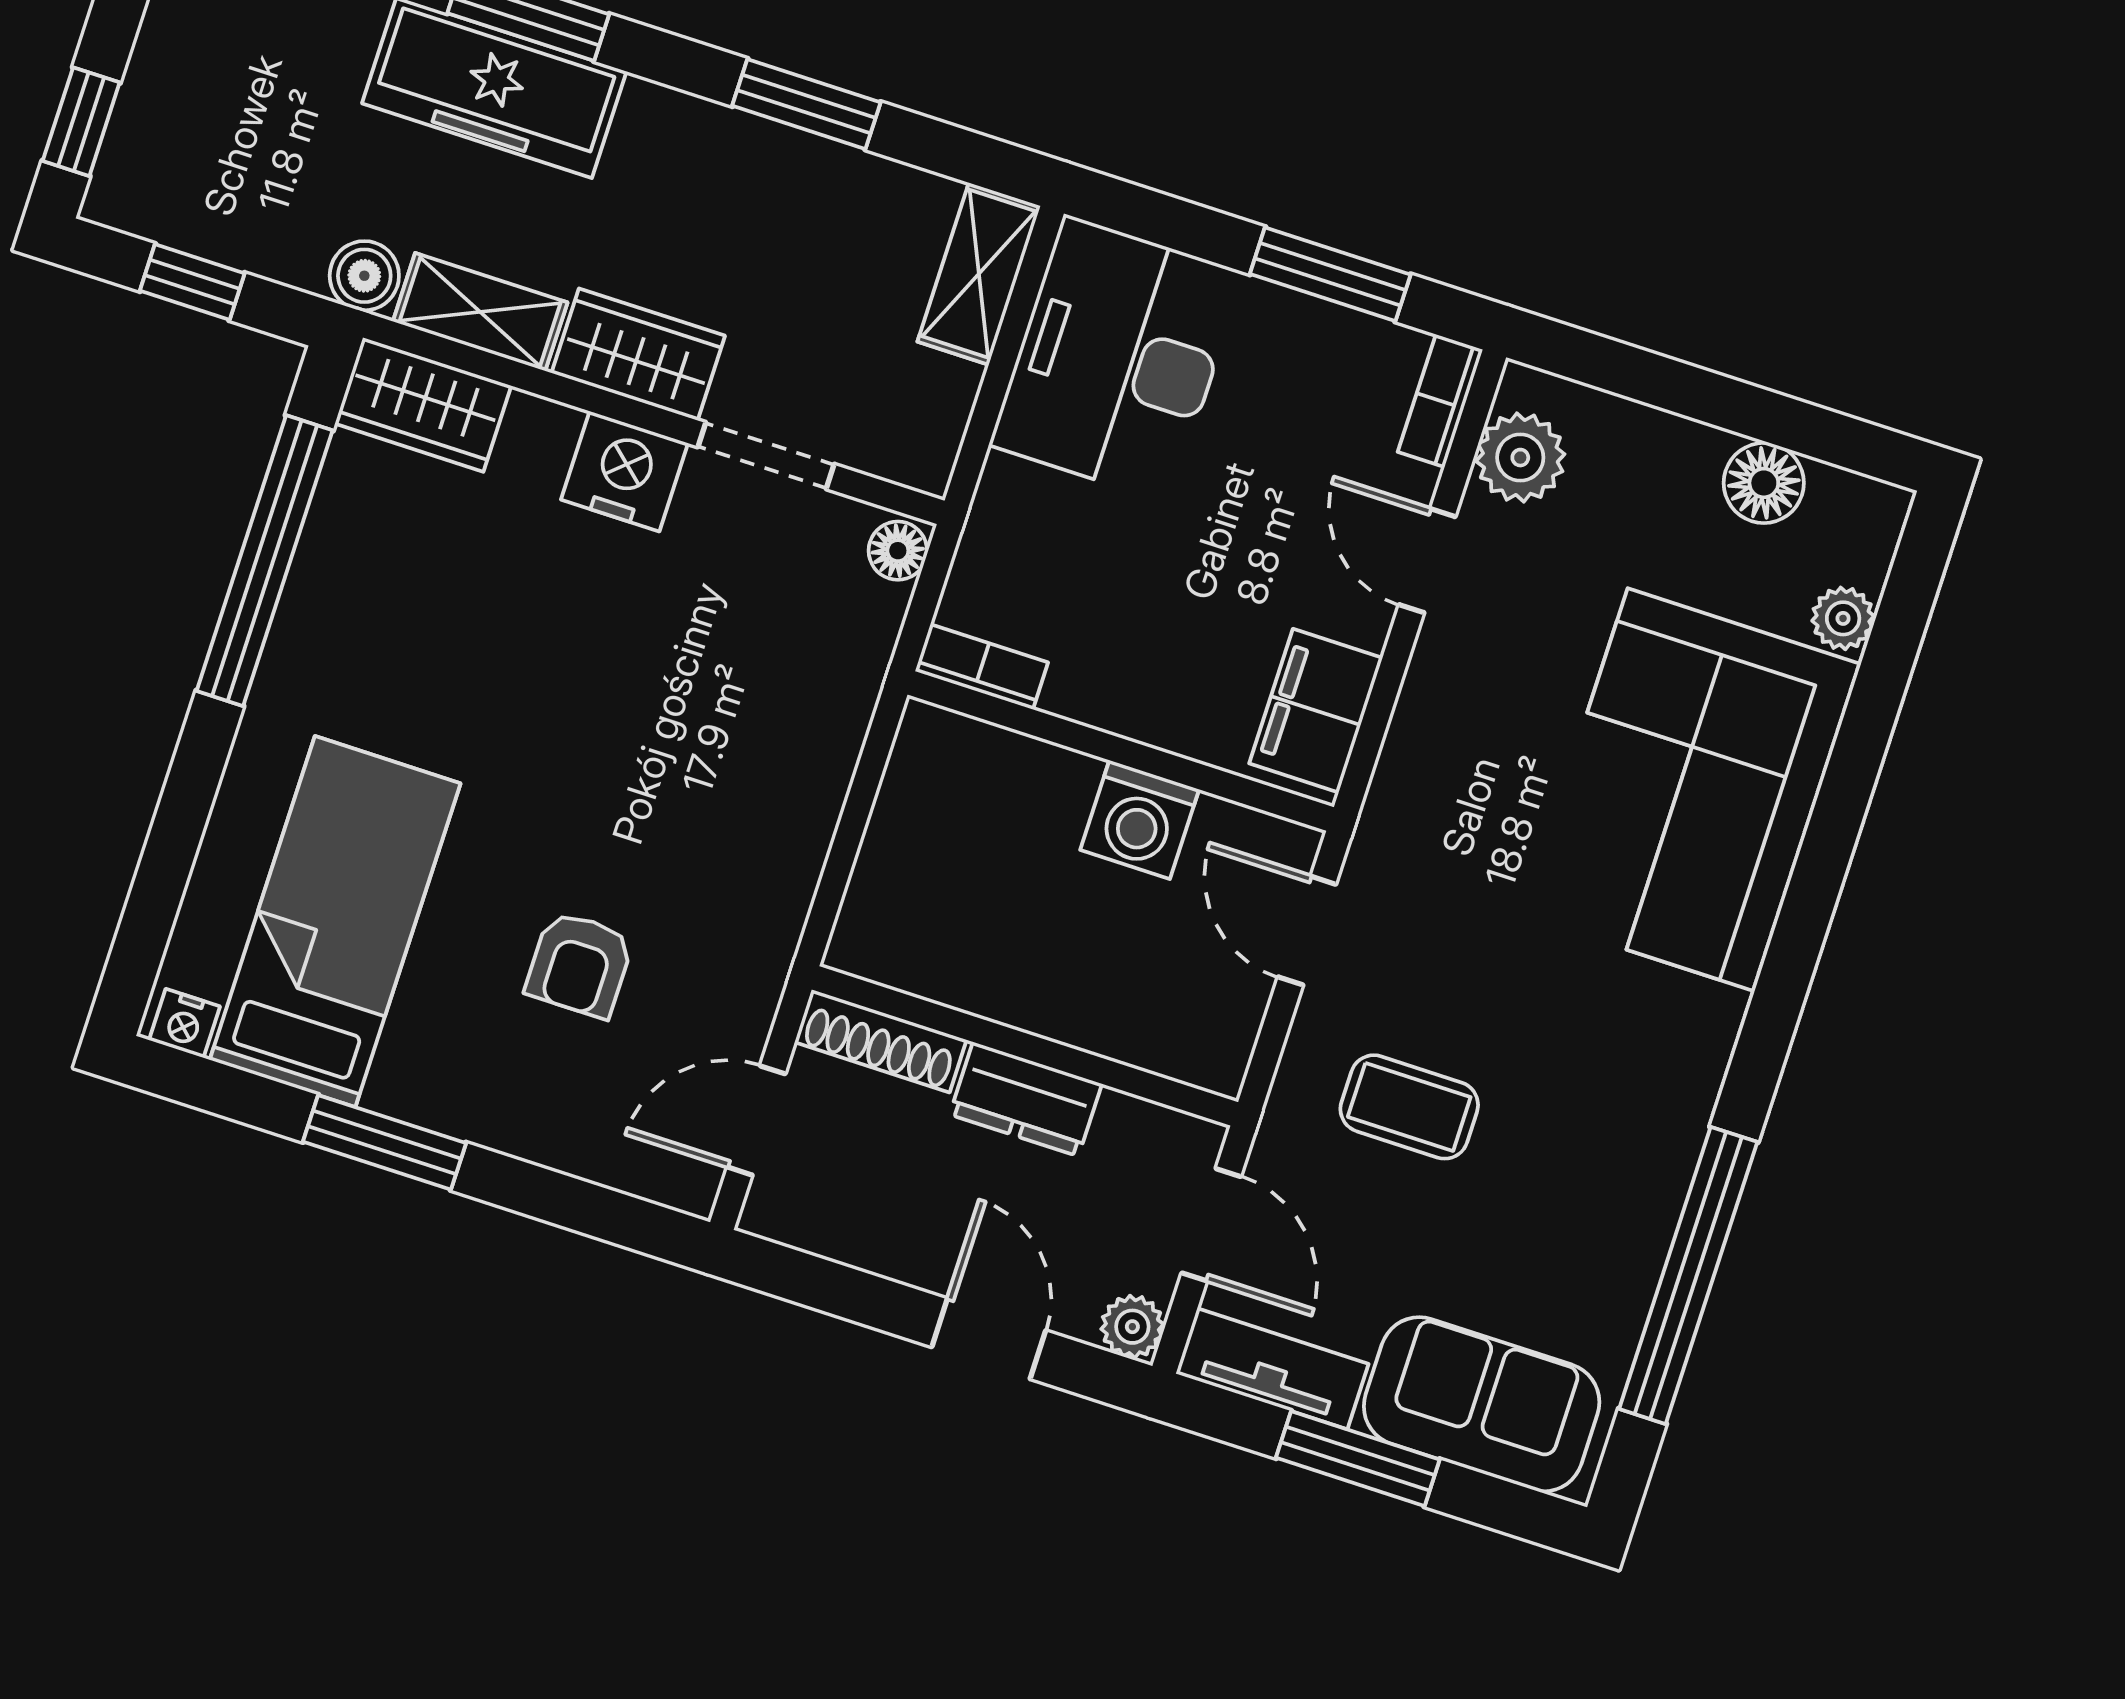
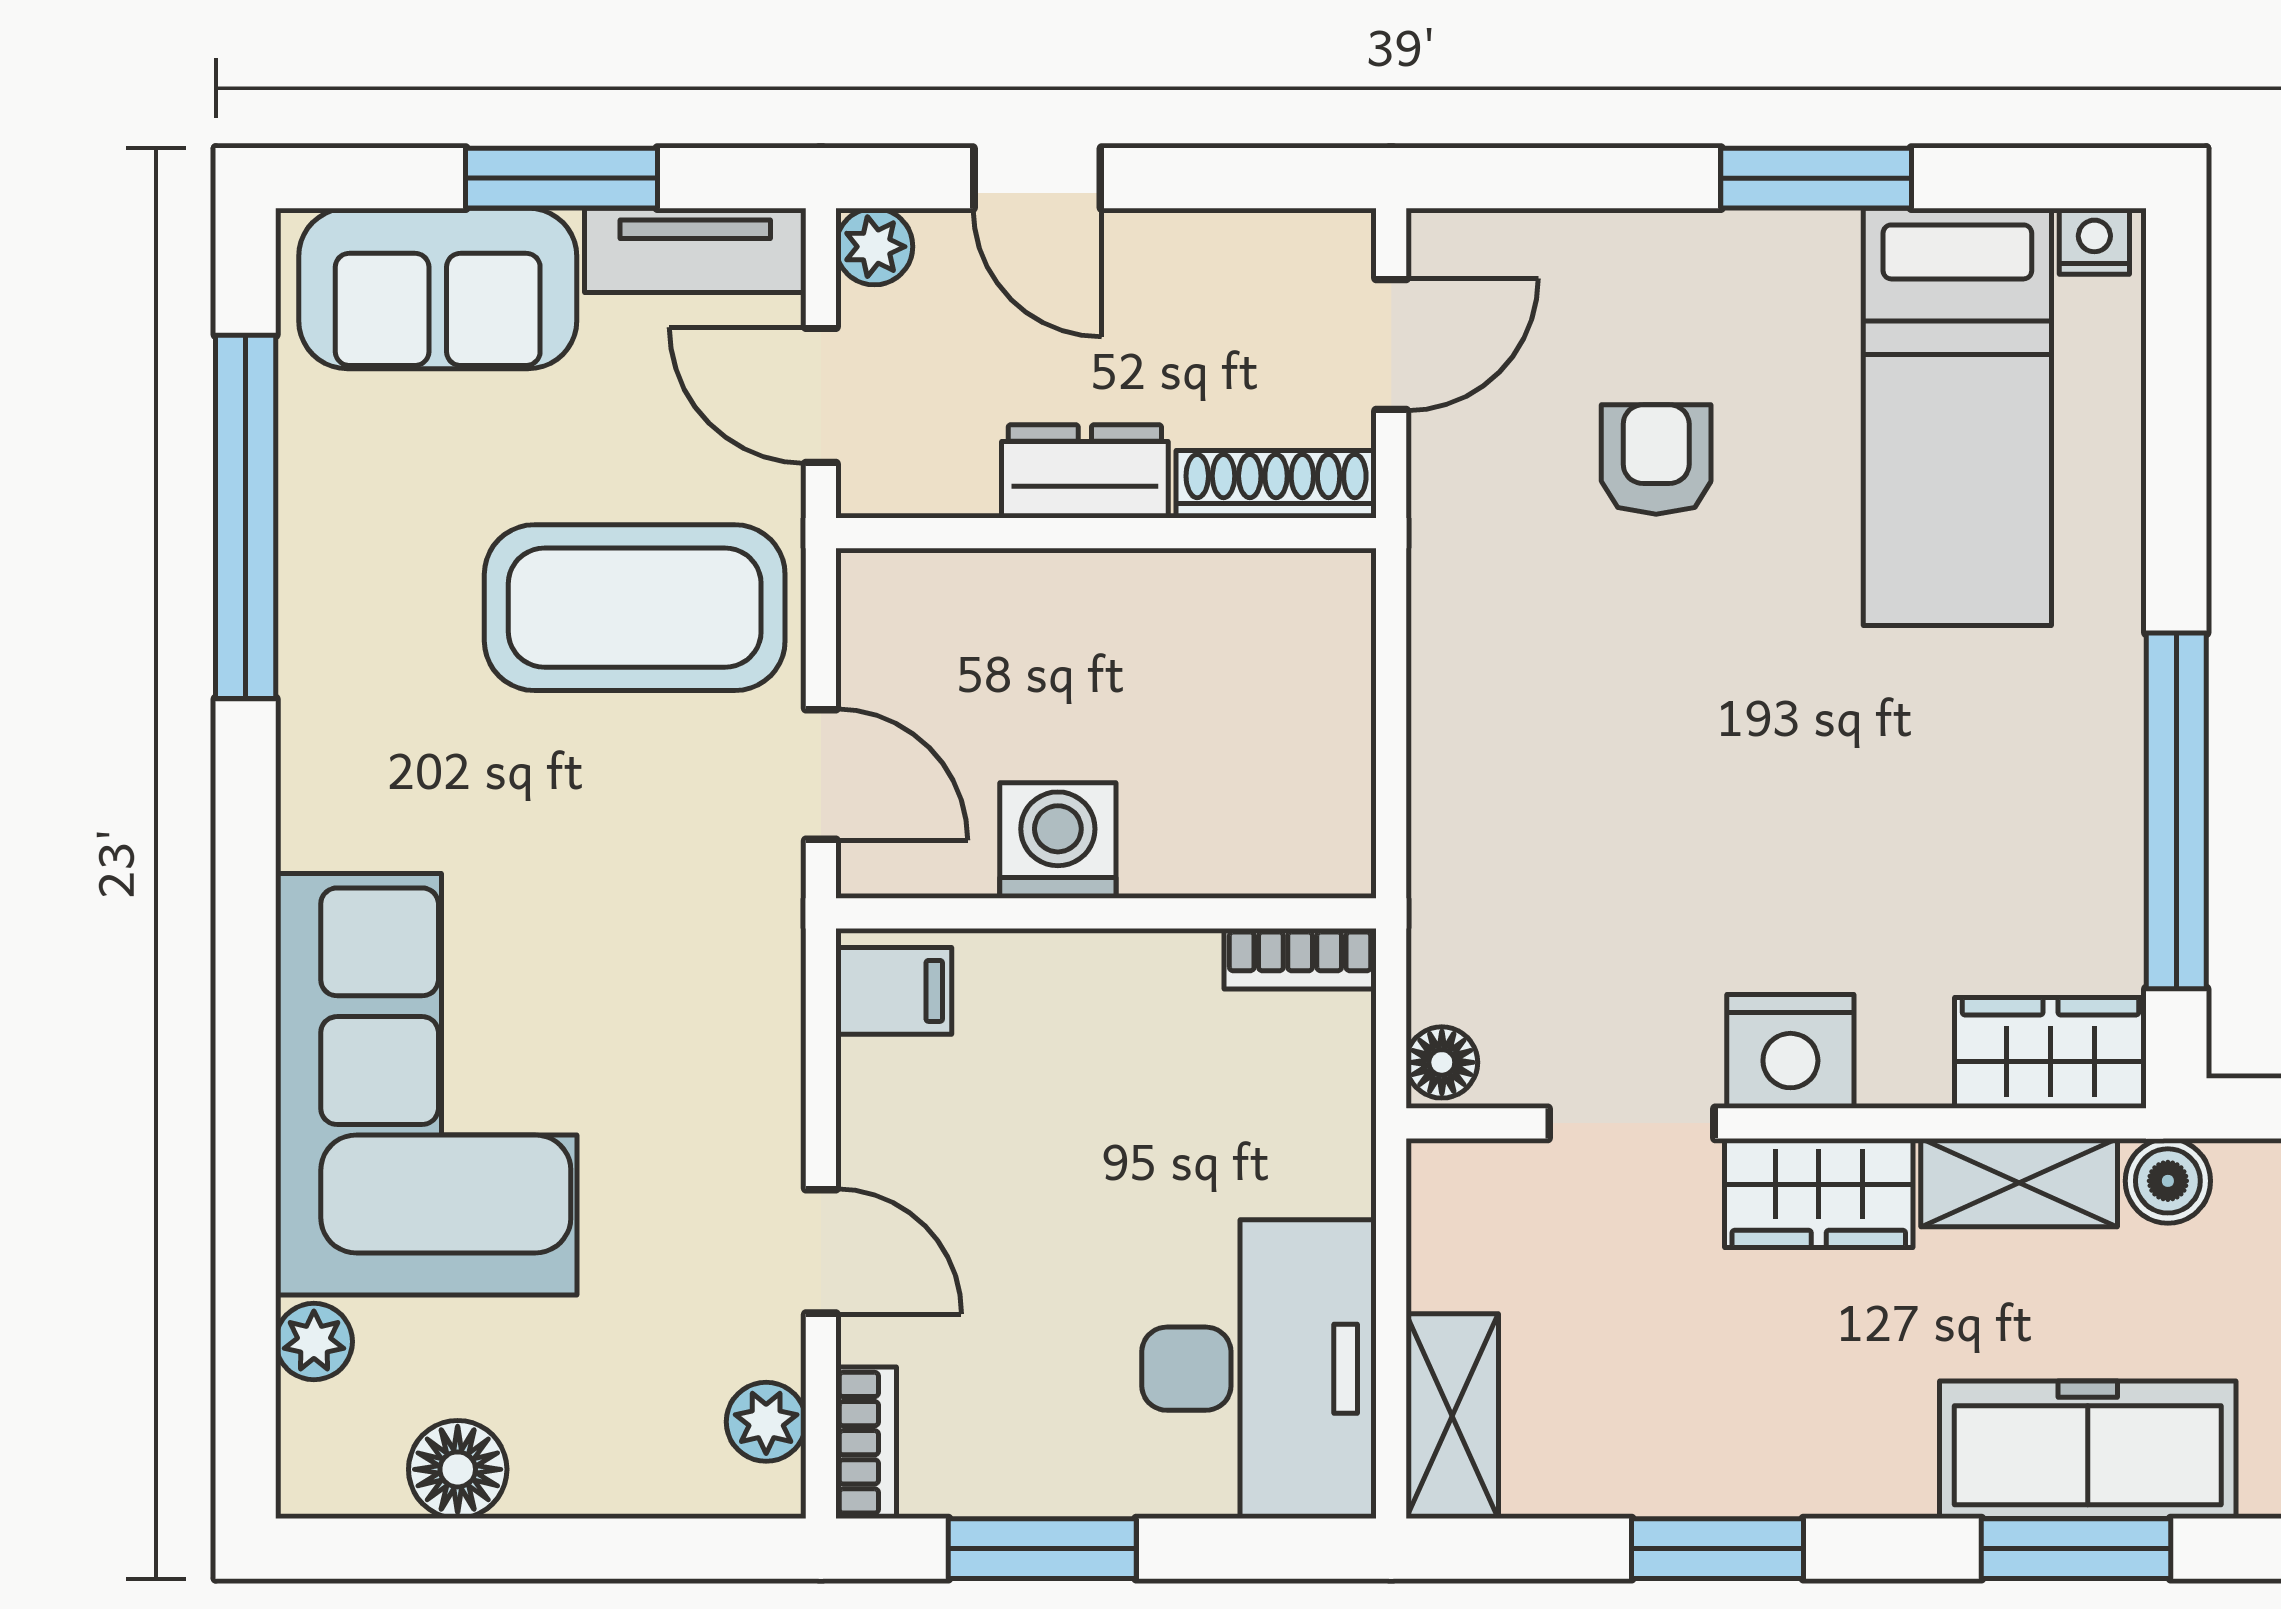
plant: (1520, 458) -> (766, 1422), width x0.73, depth x0.73
filing cabinet: (1316, 711) -> (894, 991), width x0.50
coffee table: (1409, 1107) -> (635, 608), width x1.86, depth x1.72

